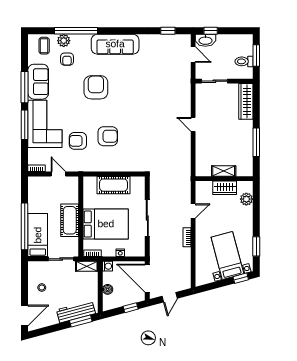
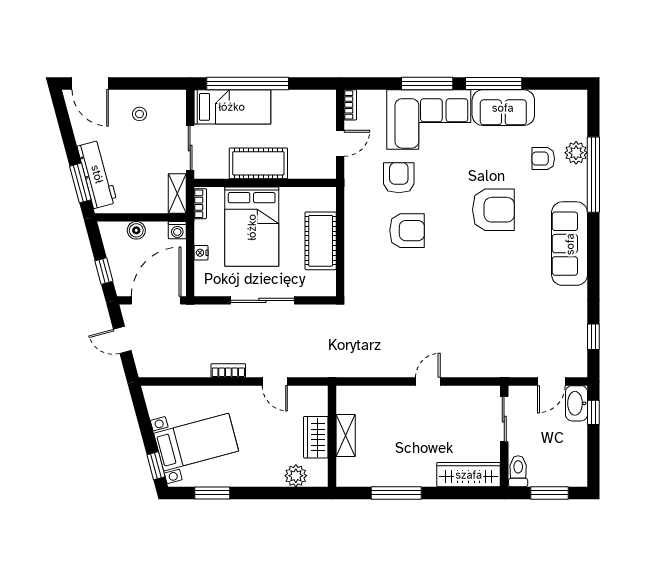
coffee table: (44, 46) -> (567, 118), removed
toilet: (244, 61) -> (518, 471), moved
armchair: (108, 136) -> (407, 231), turned -90

